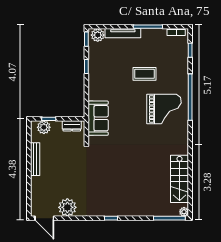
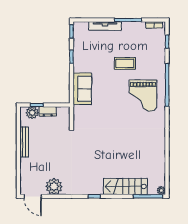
plant: (98, 35) -> (82, 28), removed
grand piano: (164, 109) -> (143, 96), turned 90
sofa: (98, 118) -> (82, 89), moved
dresser: (72, 126) -> (48, 111), moved
stairs: (180, 179) -> (125, 186), moved, turned 90

